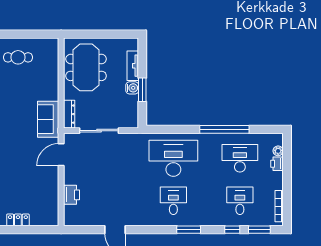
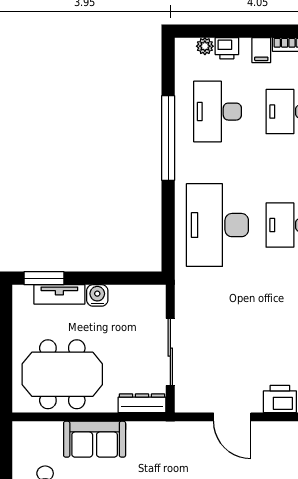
window: (142, 90) -> (44, 278), moved
sofa: (48, 119) -> (95, 439), moved
door: (61, 155) -> (232, 417), moved
filing cabinet: (276, 184) -> (261, 50), added

